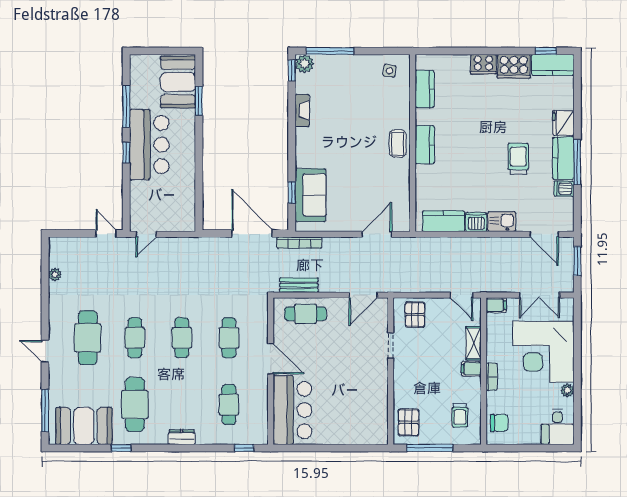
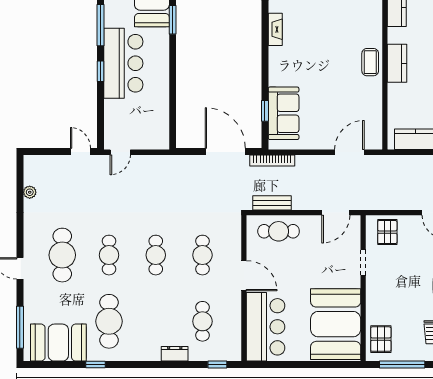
booth: (363, 407) -> (336, 324), added
dresser: (182, 437) -> (175, 354), moved

